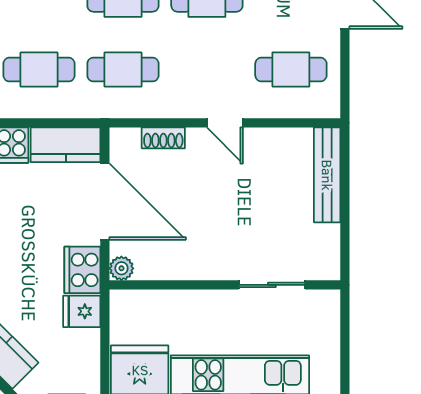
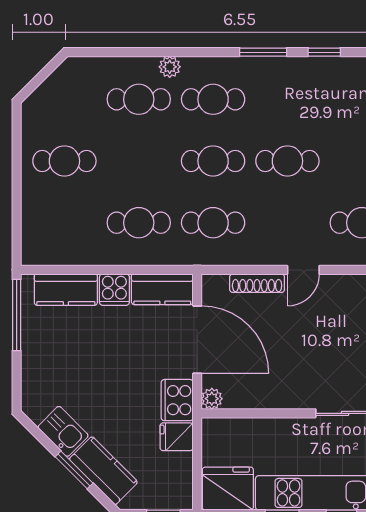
door: (225, 123) -> (303, 270), hinge flipped
shoe rack: (163, 138) -> (257, 283), width x1.43

